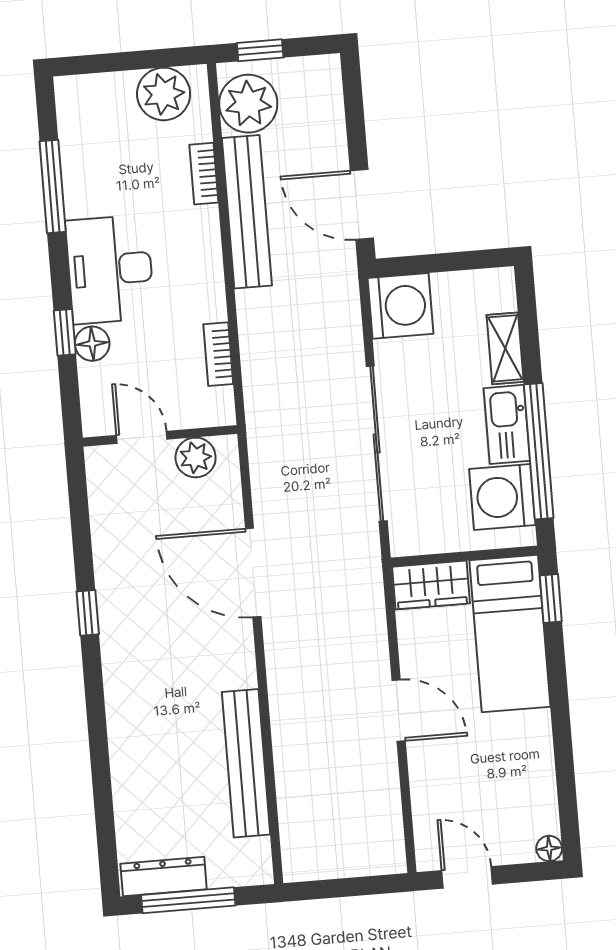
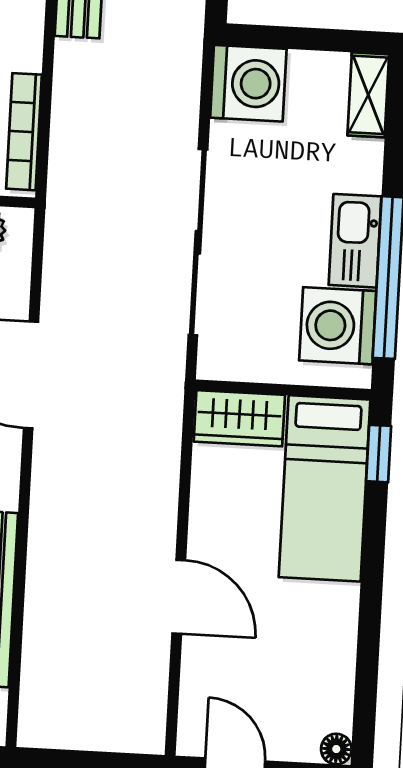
shelving: (505, 348) -> (368, 95), moved
bookcase: (218, 354) -> (24, 132), width x1.56
door: (399, 711) -> (179, 597), moved

